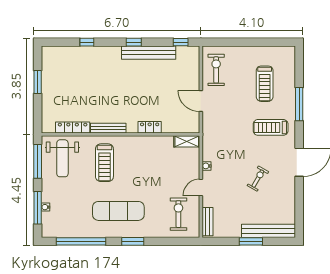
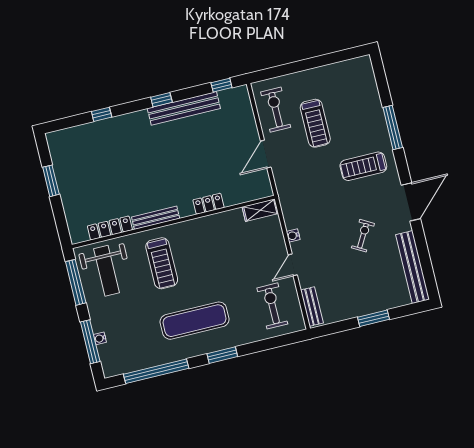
treadmill: (265, 84) -> (315, 123), moved
door: (201, 101) -> (266, 154), hinge flipped
bench: (269, 231) -> (413, 267), moved, turned 90

